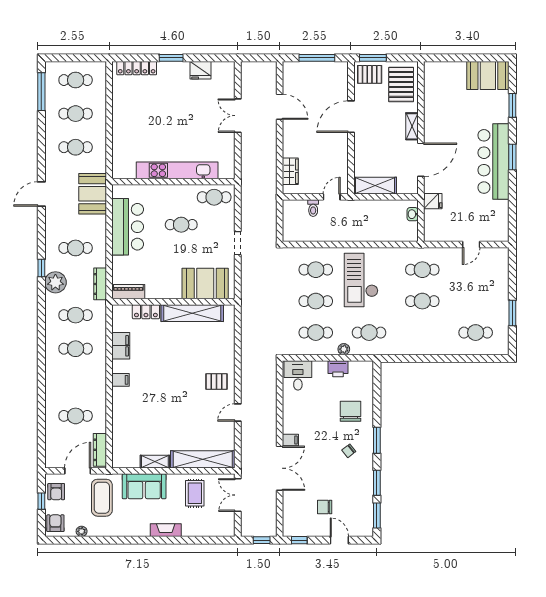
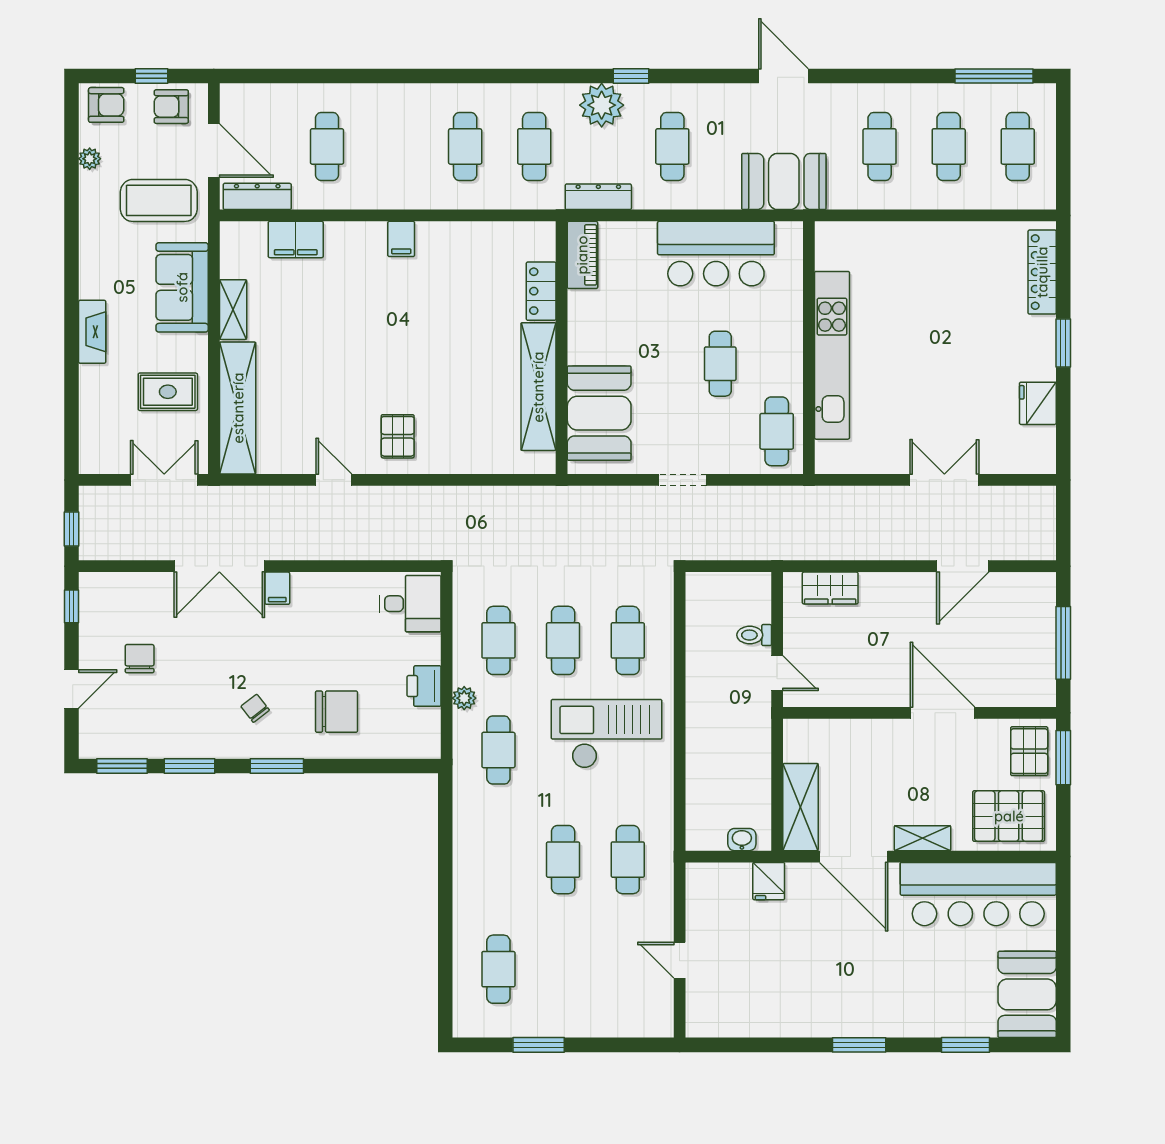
bar counter: (493, 161) -> (978, 894), moved, turned 180
shelving: (375, 186) -> (800, 807), moved
filing cabinet: (121, 346) -> (296, 239), moved

